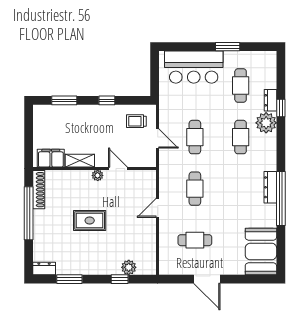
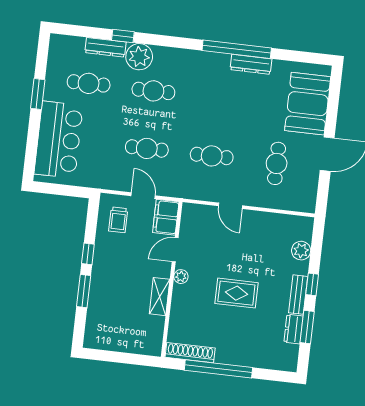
window: (64, 100) -> (84, 291), moved
dresser: (270, 100) -> (105, 47), width x1.44
door: (158, 139) -> (143, 196), hinge flipped
filing cabinet: (51, 158) -> (166, 217), moved
dresser: (270, 187) -> (251, 64), moved
rug: (90, 221) -> (236, 293), turned 90
booth: (261, 252) -> (308, 104), moved, turned 90
dresser: (44, 268) -> (293, 329), moved
bench: (94, 269) -> (298, 295), added
window: (120, 279) -> (312, 284), moved

